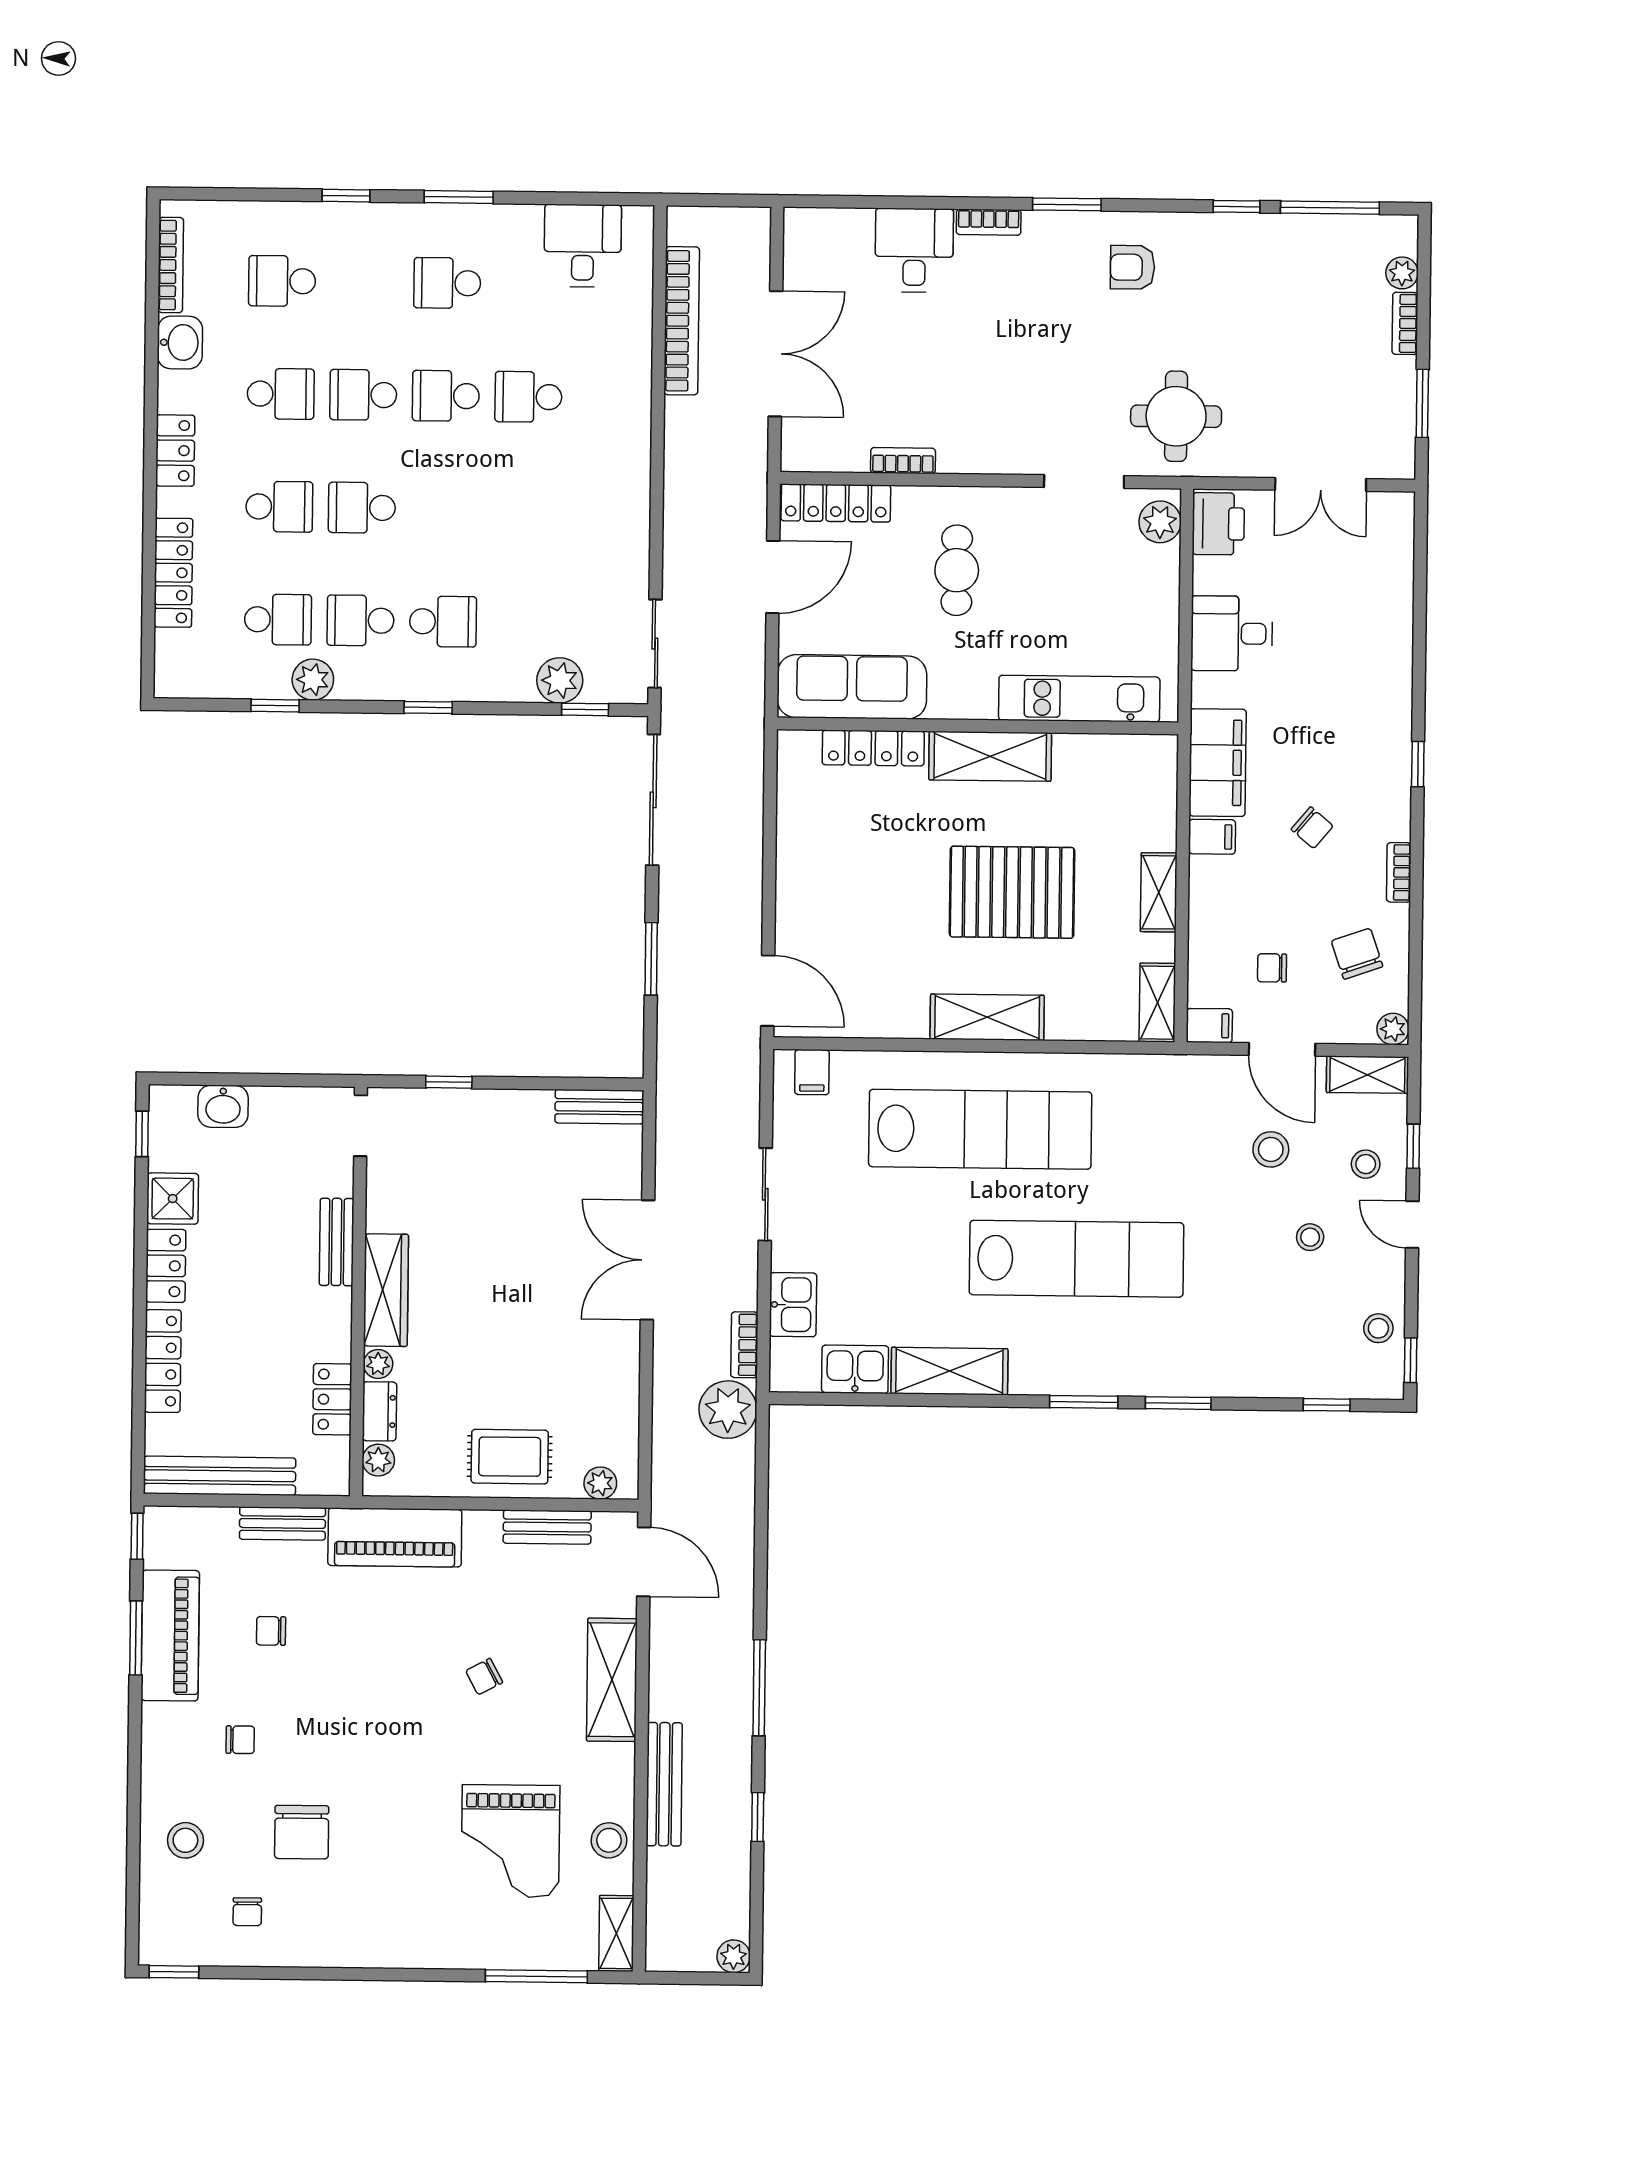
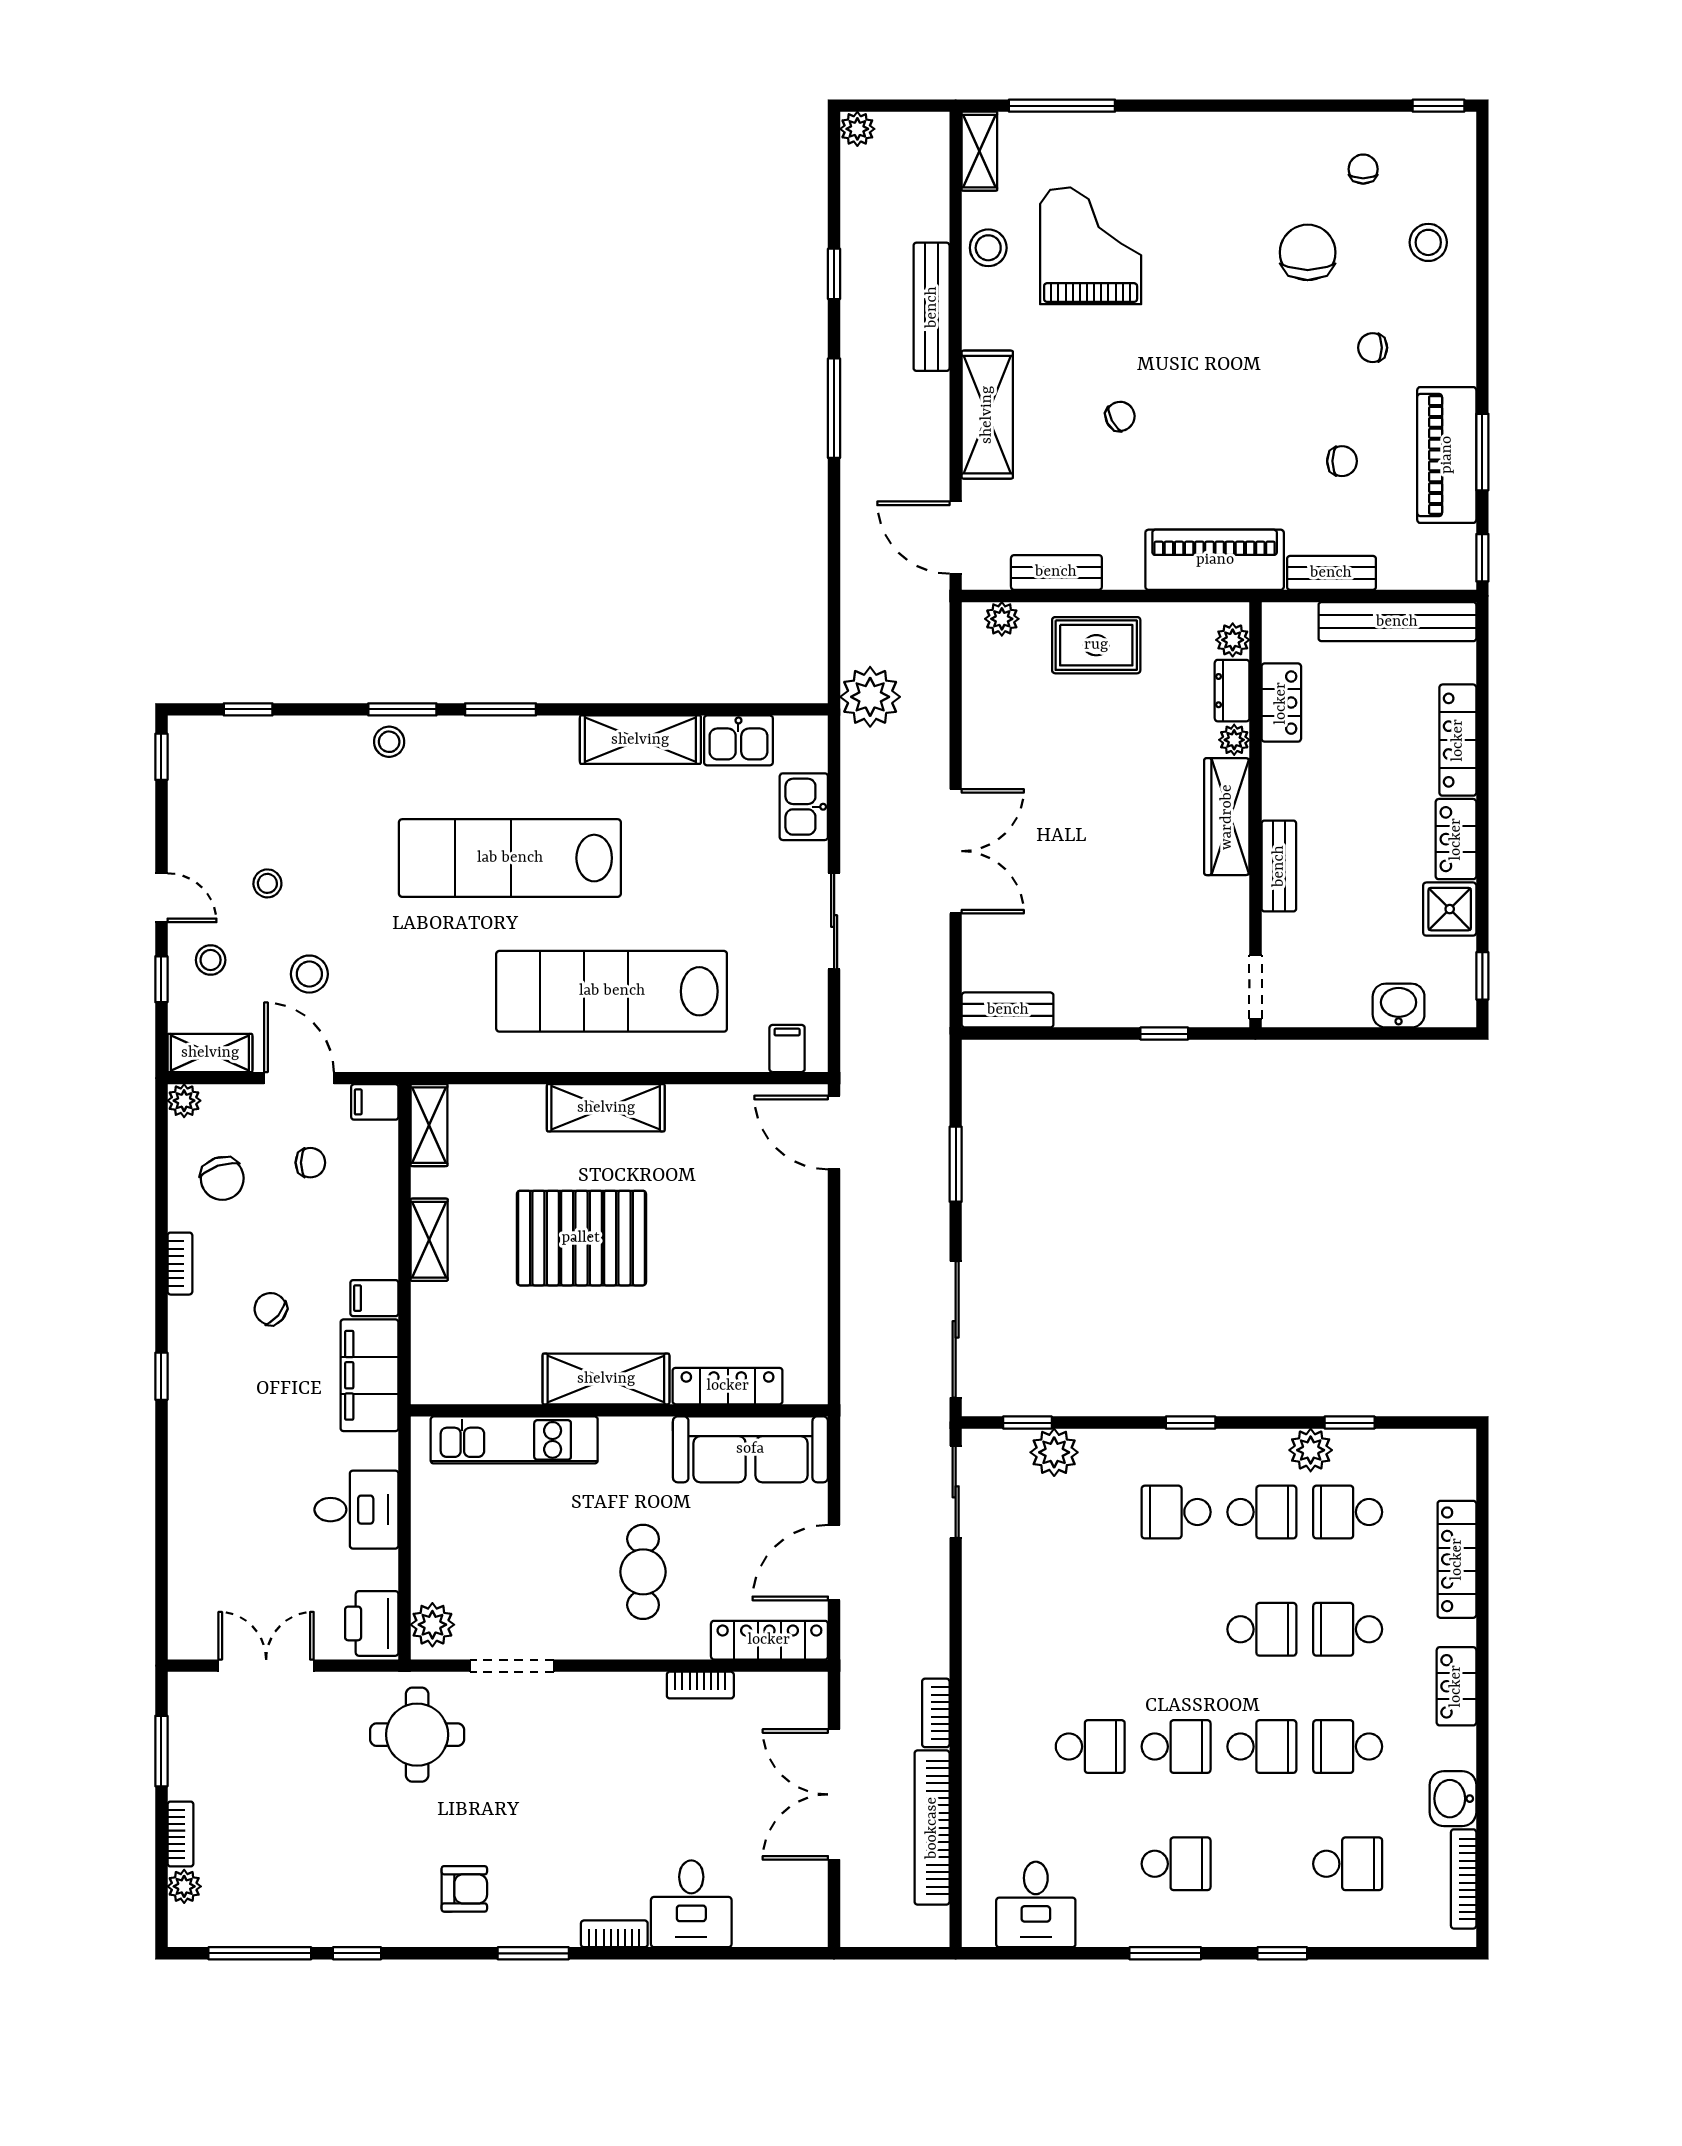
stool: (1378, 1328) -> (389, 742), moved
bookcase: (744, 1345) -> (936, 1713), moved, turned 180

